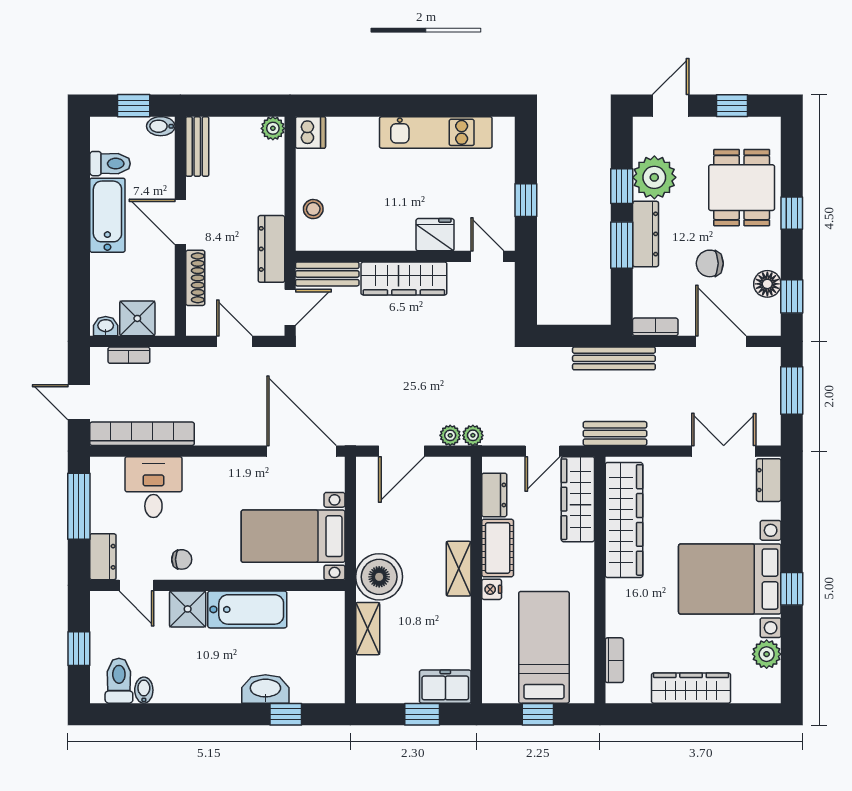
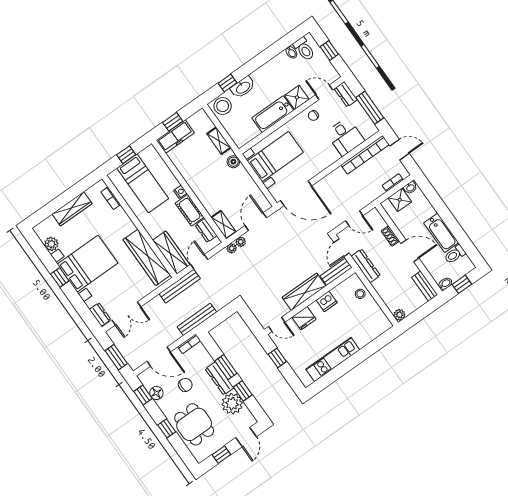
dishwasher: (310, 133) -> (327, 301), moved, turned -90
shoe rack: (195, 278) -> (390, 236), width x0.70
bench: (615, 433) -> (180, 286), width x1.36
shelving: (459, 569) -> (224, 225), moved
boiler: (379, 577) -> (233, 162), width x0.54, depth x0.54
stool: (321, 682) -> (223, 106), added
freezer: (445, 687) -> (175, 137), width x1.40

